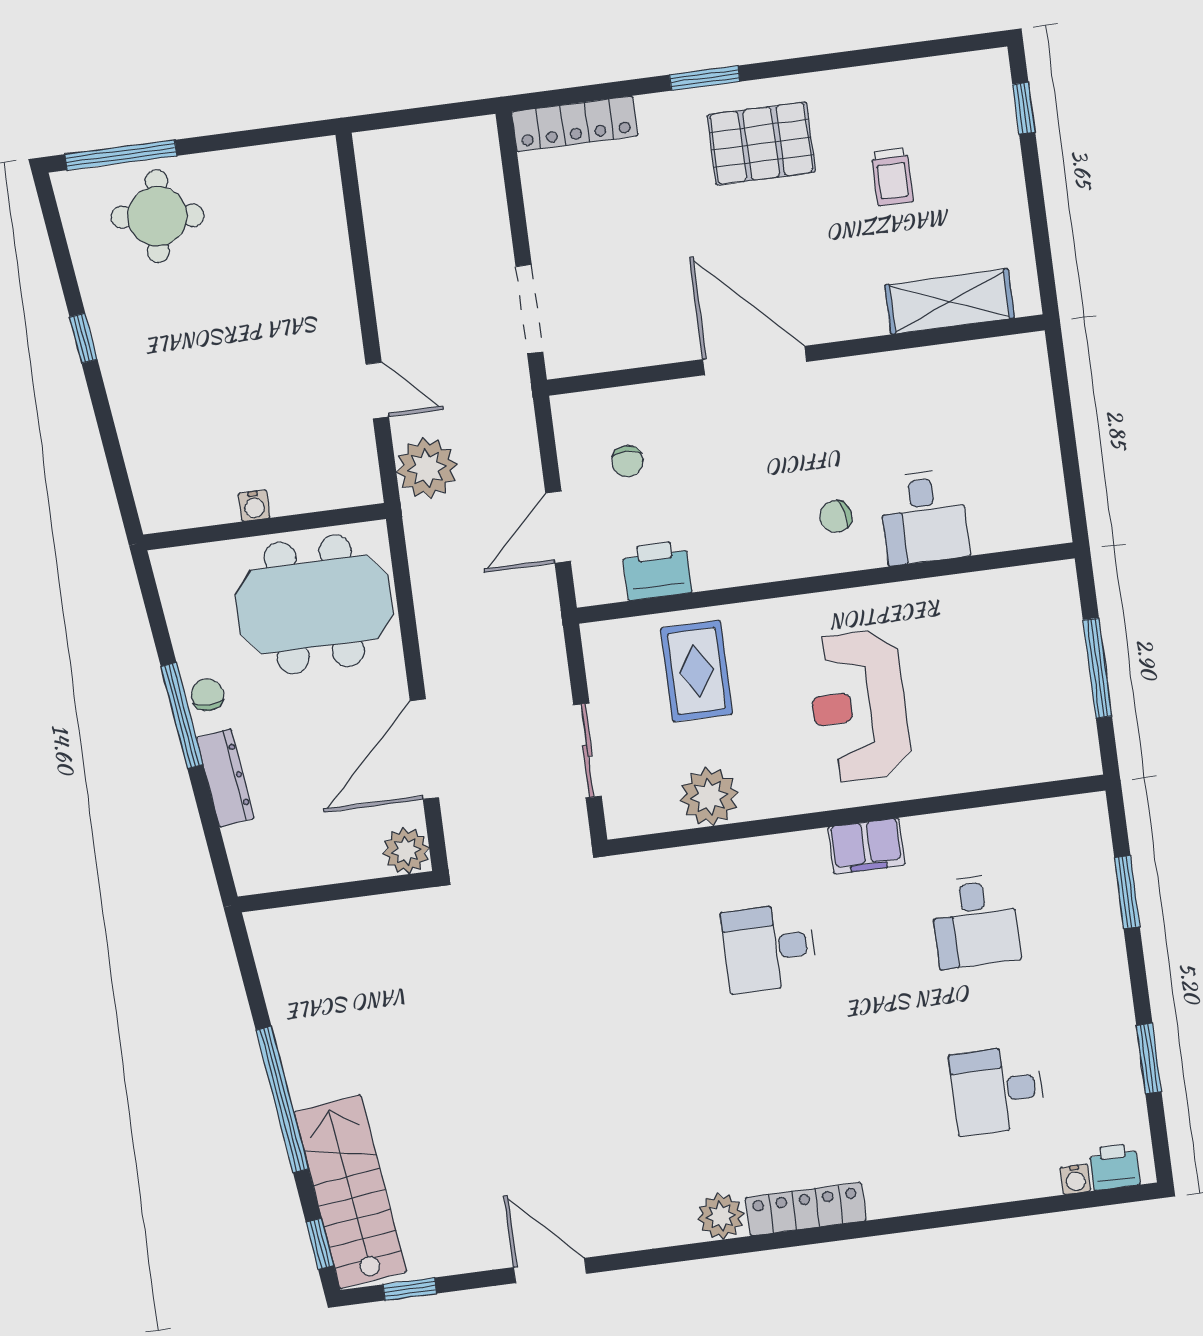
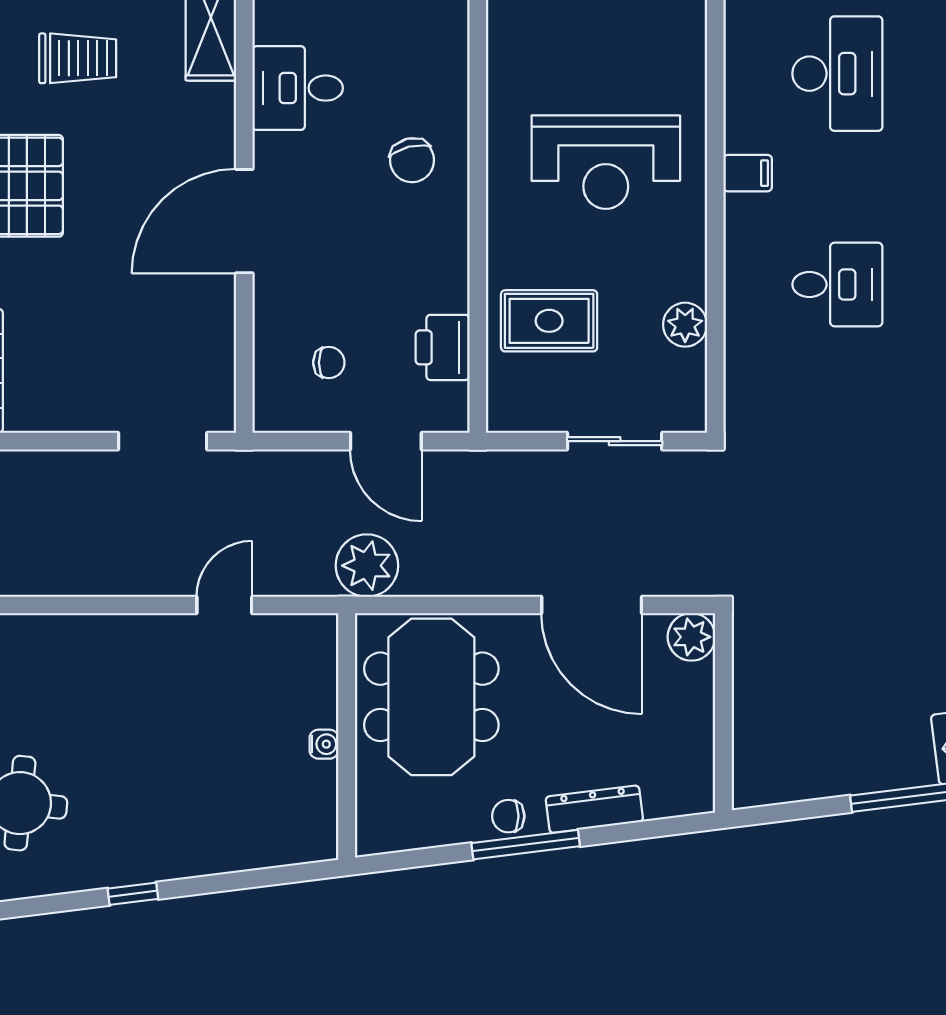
trolley: (892, 177) -> (78, 58), width x1.36, depth x1.39
plant: (427, 468) -> (367, 566), moved
chair: (836, 516) -> (412, 160), width x1.37, depth x1.37
desk: (924, 517) -> (298, 88), moved, turned 180
plant: (709, 797) -> (685, 325), width x0.73, depth x0.73
filing cabinet: (866, 846) -> (748, 173), width x0.50
desk: (975, 921) -> (837, 74), width x1.37
desk: (769, 948) -> (837, 285), turned -90

